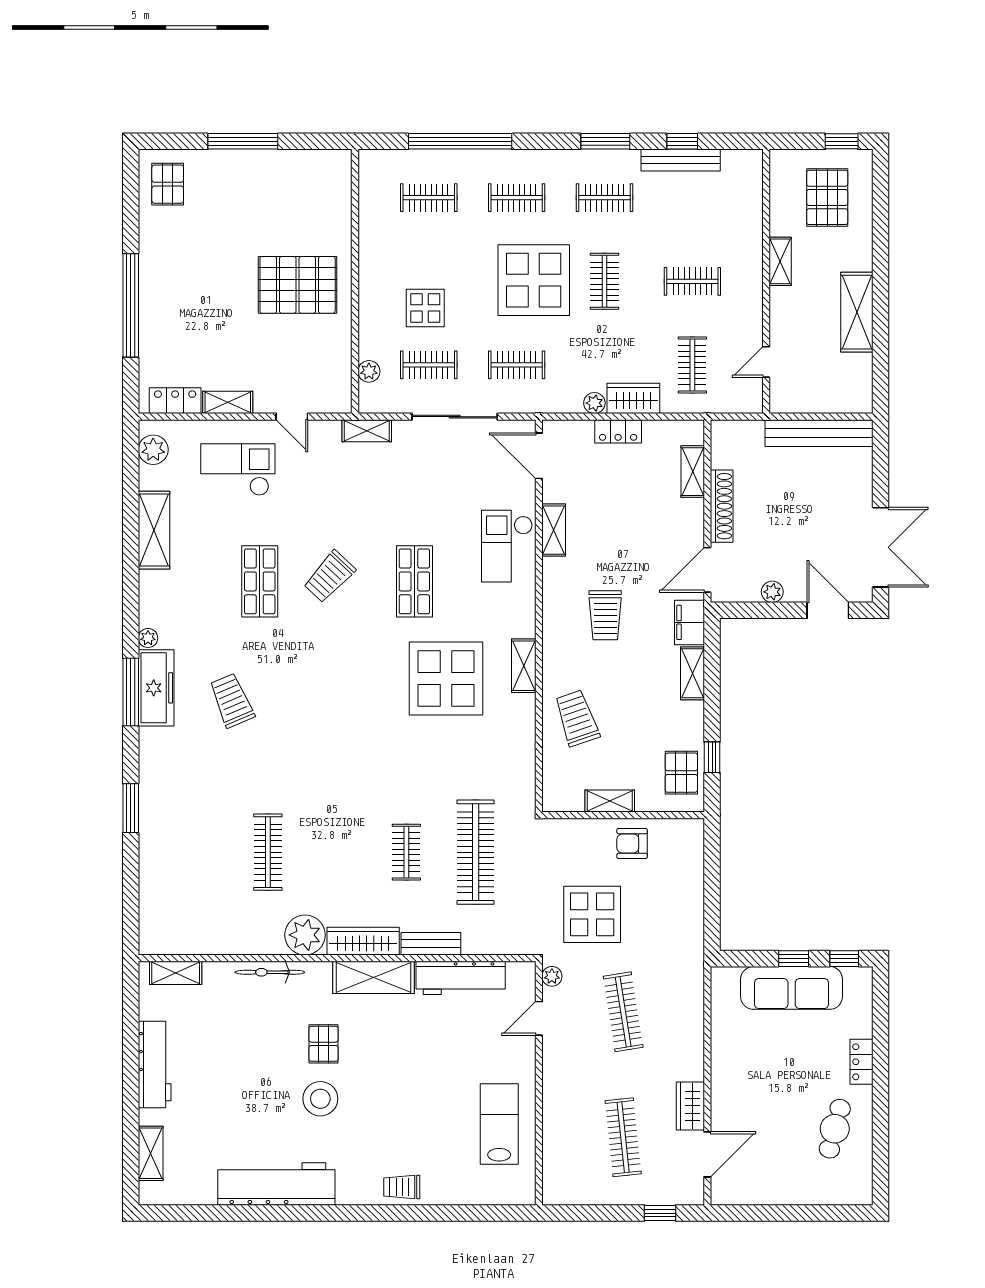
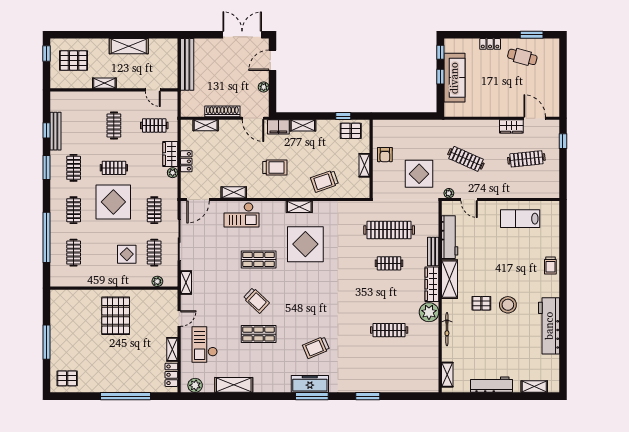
plant: (148, 638) -> (286, 388), removed
clothes rail: (623, 1012) -> (466, 159), turned 33
window: (881, 1148) -> (532, 35), added

